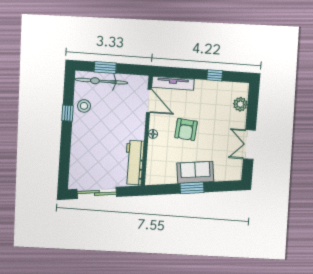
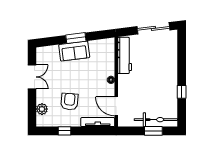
stool: (84, 106) -> (169, 99), removed
armchair: (186, 129) -> (69, 102), moved

